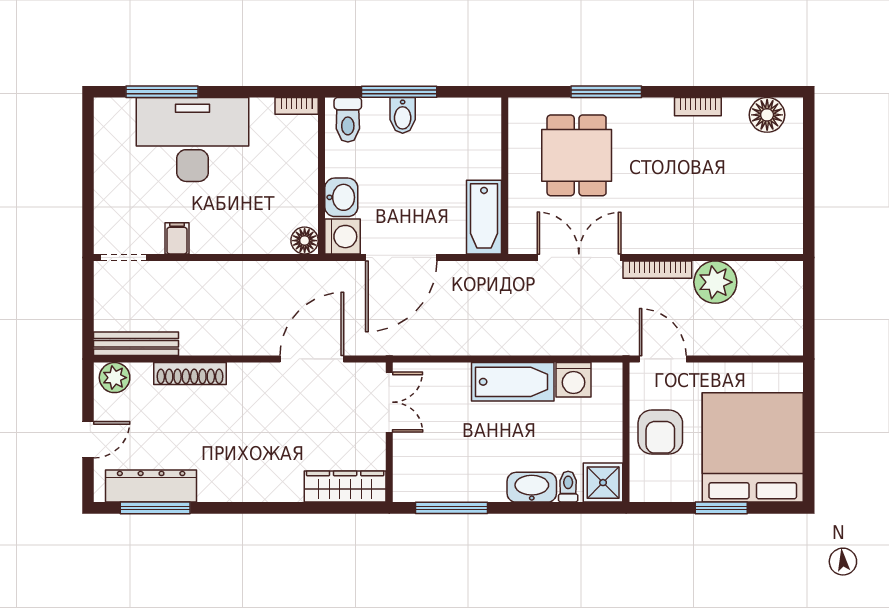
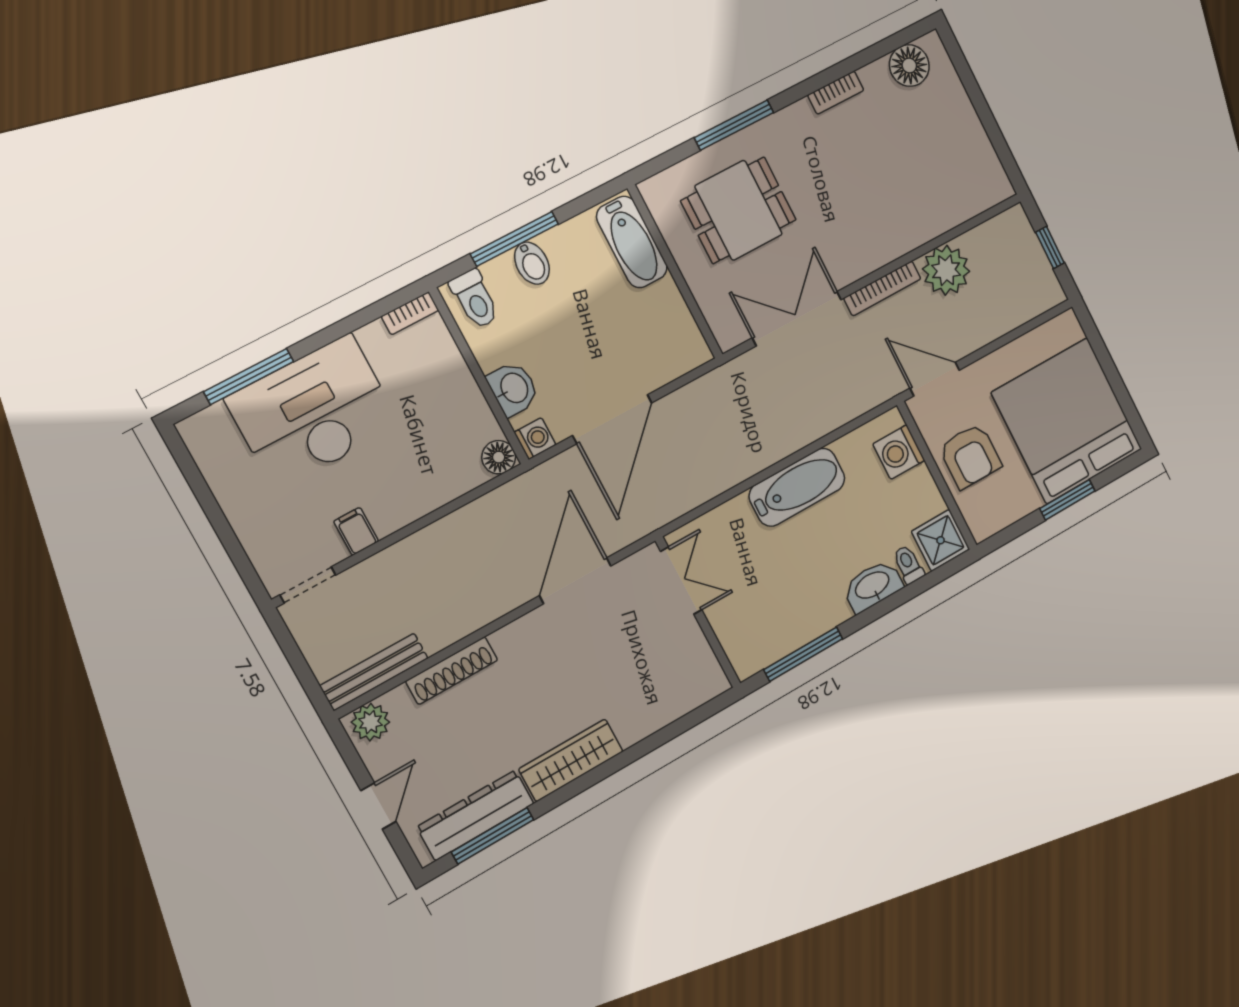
dining table: (577, 155) -> (739, 210), turned 90
bathtub: (484, 217) -> (632, 242), moved
washing machine: (342, 237) -> (535, 439), width x0.73, depth x0.73
window: (809, 308) -> (1050, 247), added
washing machine: (573, 380) -> (899, 452), moved, turned 90
wardrobe: (345, 486) -> (571, 760), moved

